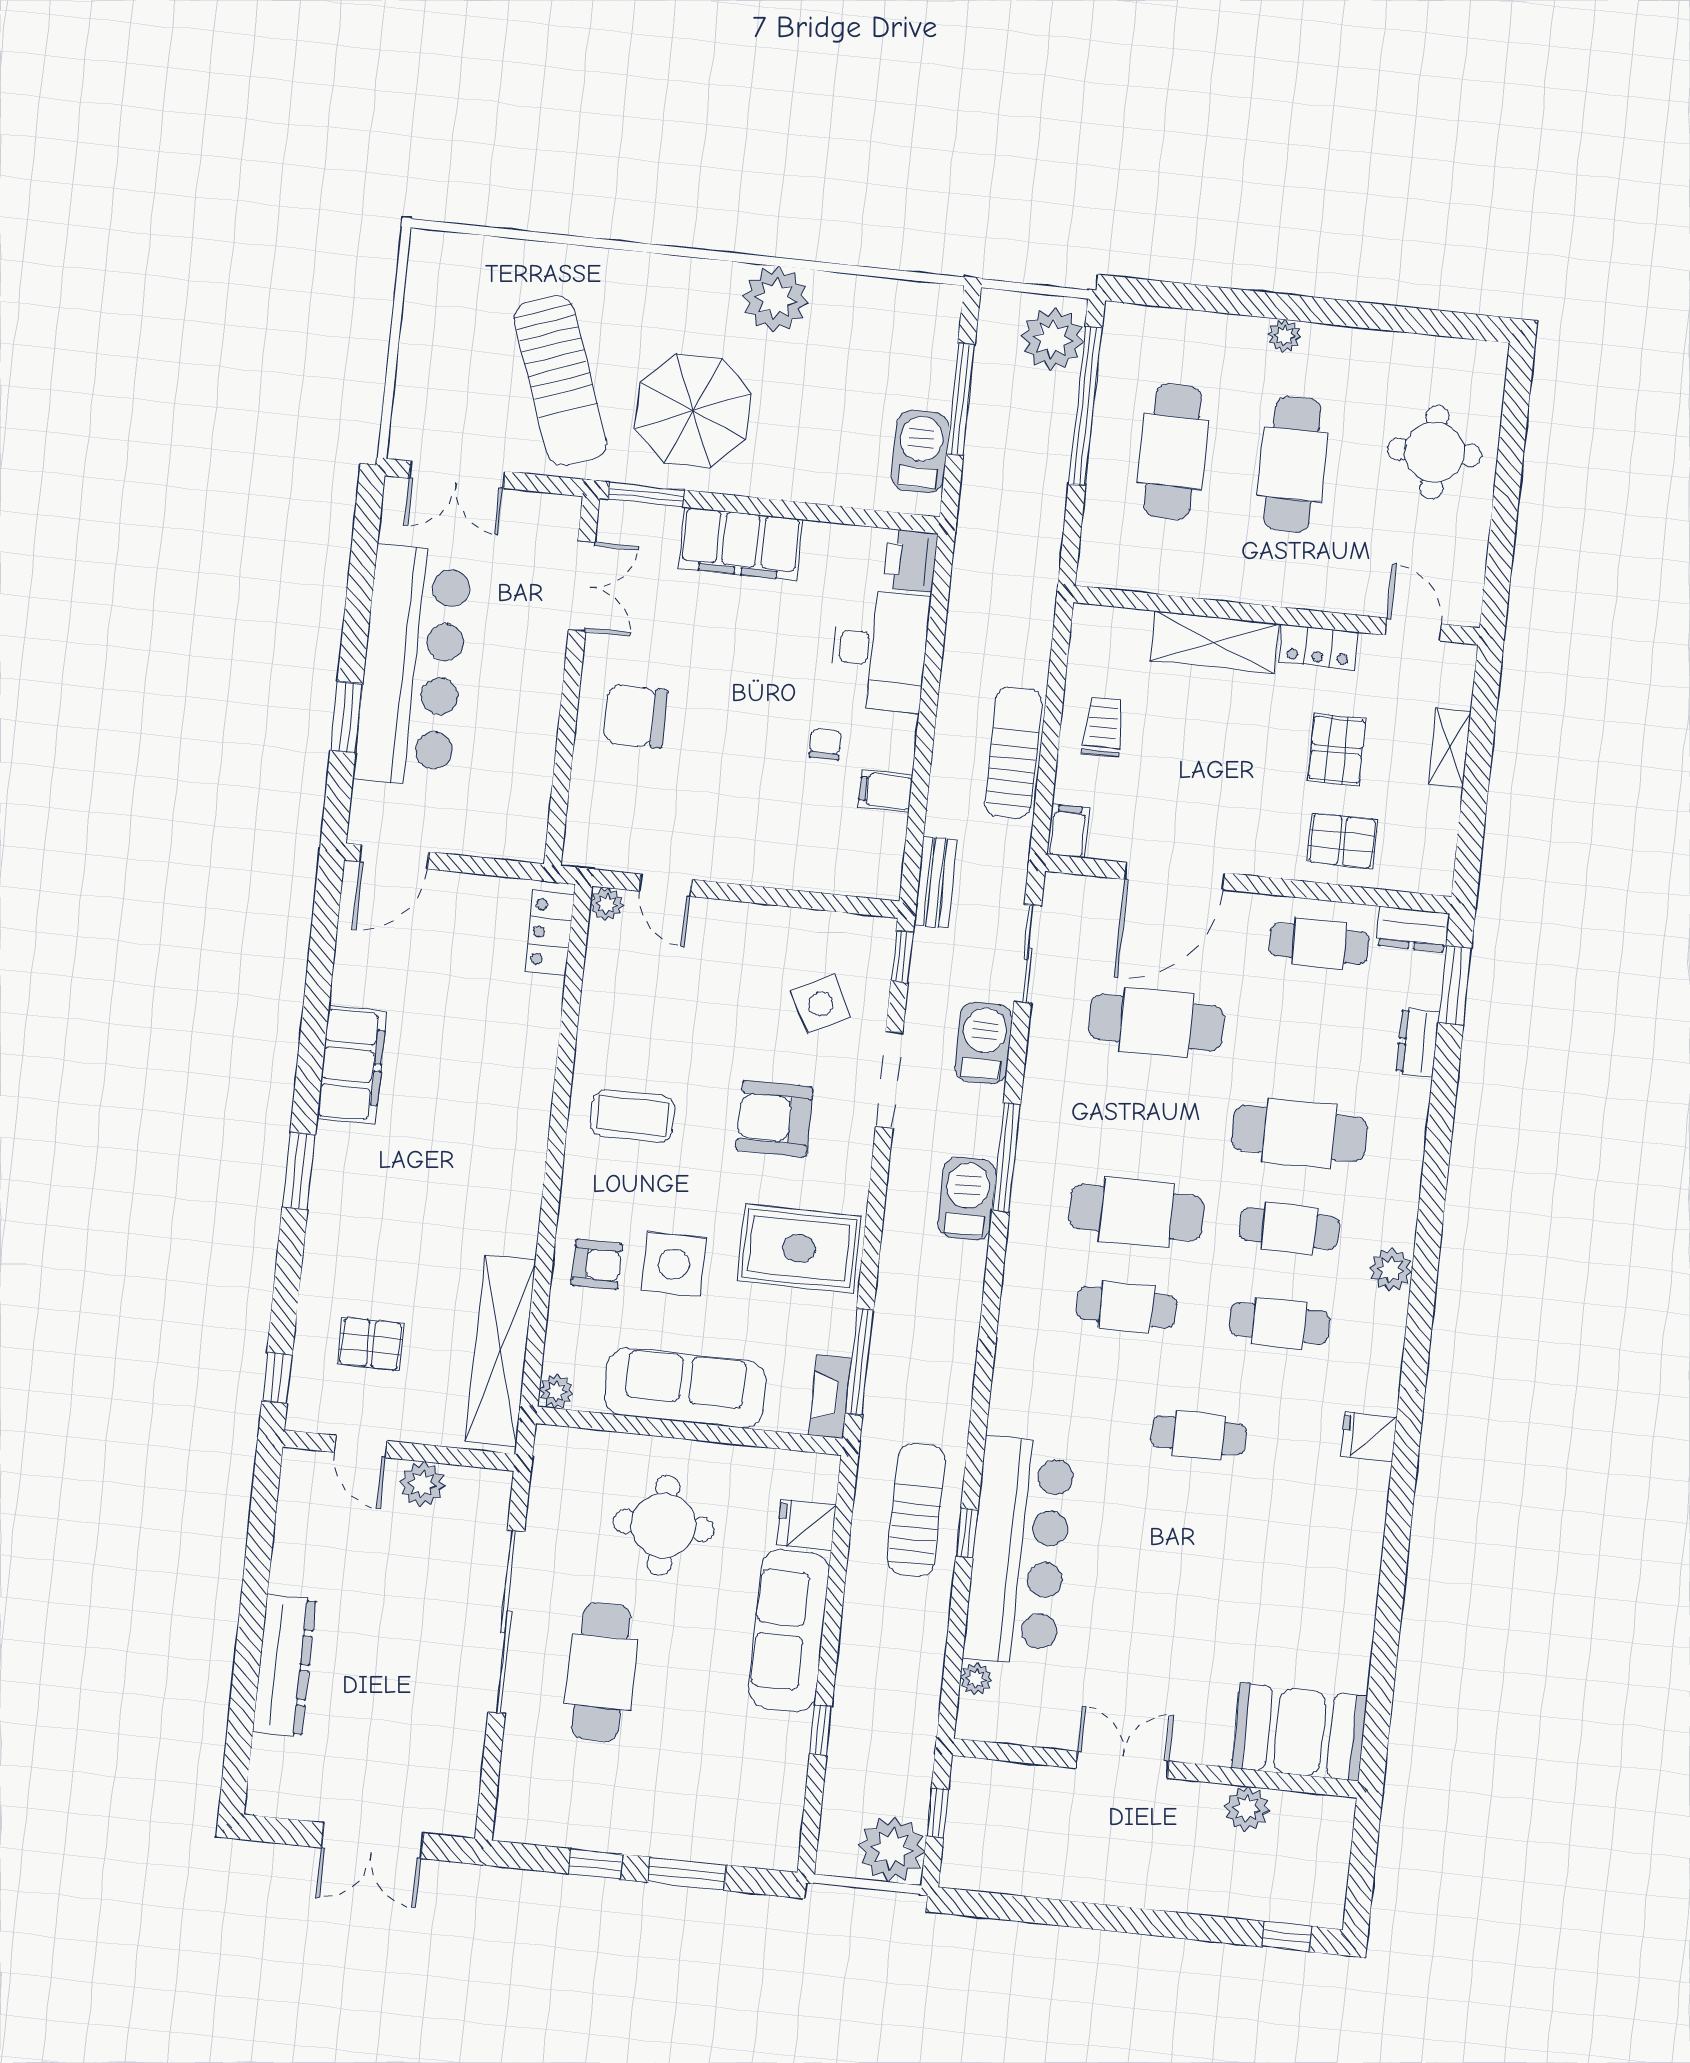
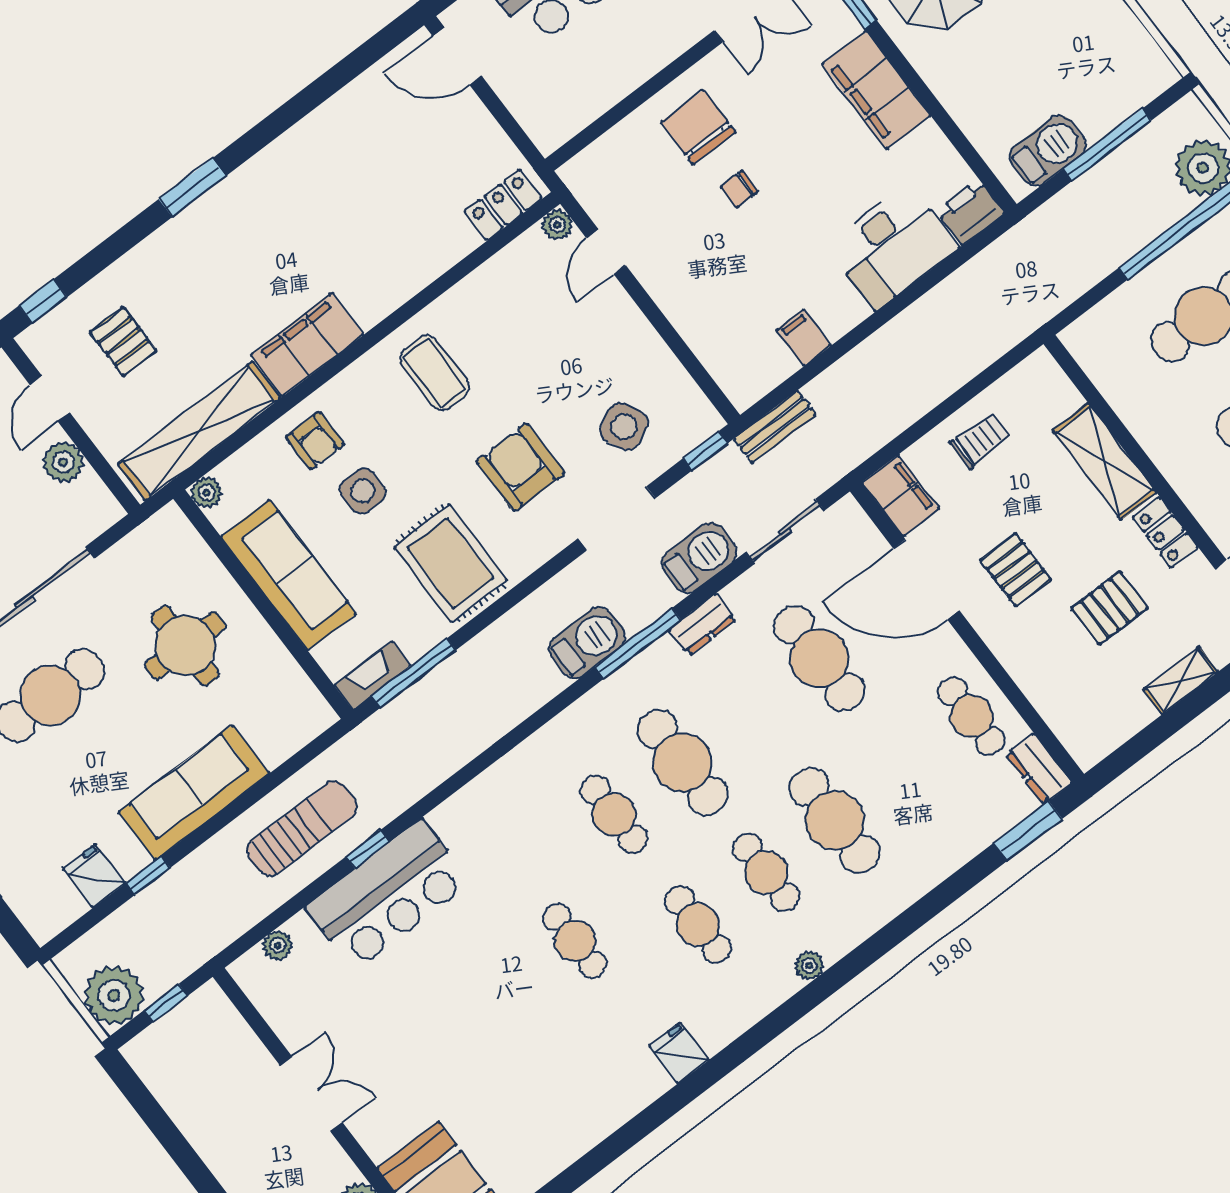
chair: (825, 744) -> (739, 189), moved, turned 180
sun lounger: (1013, 753) -> (908, 398), removed
filing cabinet: (1068, 831) -> (900, 496), width x2.00
pallet: (1342, 841) -> (1016, 570), moved
dresser: (1418, 1042) -> (703, 625), moved, turned 180
filing cabinet: (352, 1065) -> (307, 344), moved, turned 180
side table: (674, 1264) -> (363, 491), width x0.73, depth x0.73
plant: (1391, 1270) -> (809, 965), width x0.73, depth x0.73
sun lounger: (916, 1510) -> (302, 828), moved
fridge: (806, 1525) -> (94, 876), moved
bar counter: (1019, 1551) -> (388, 895), width x0.73

